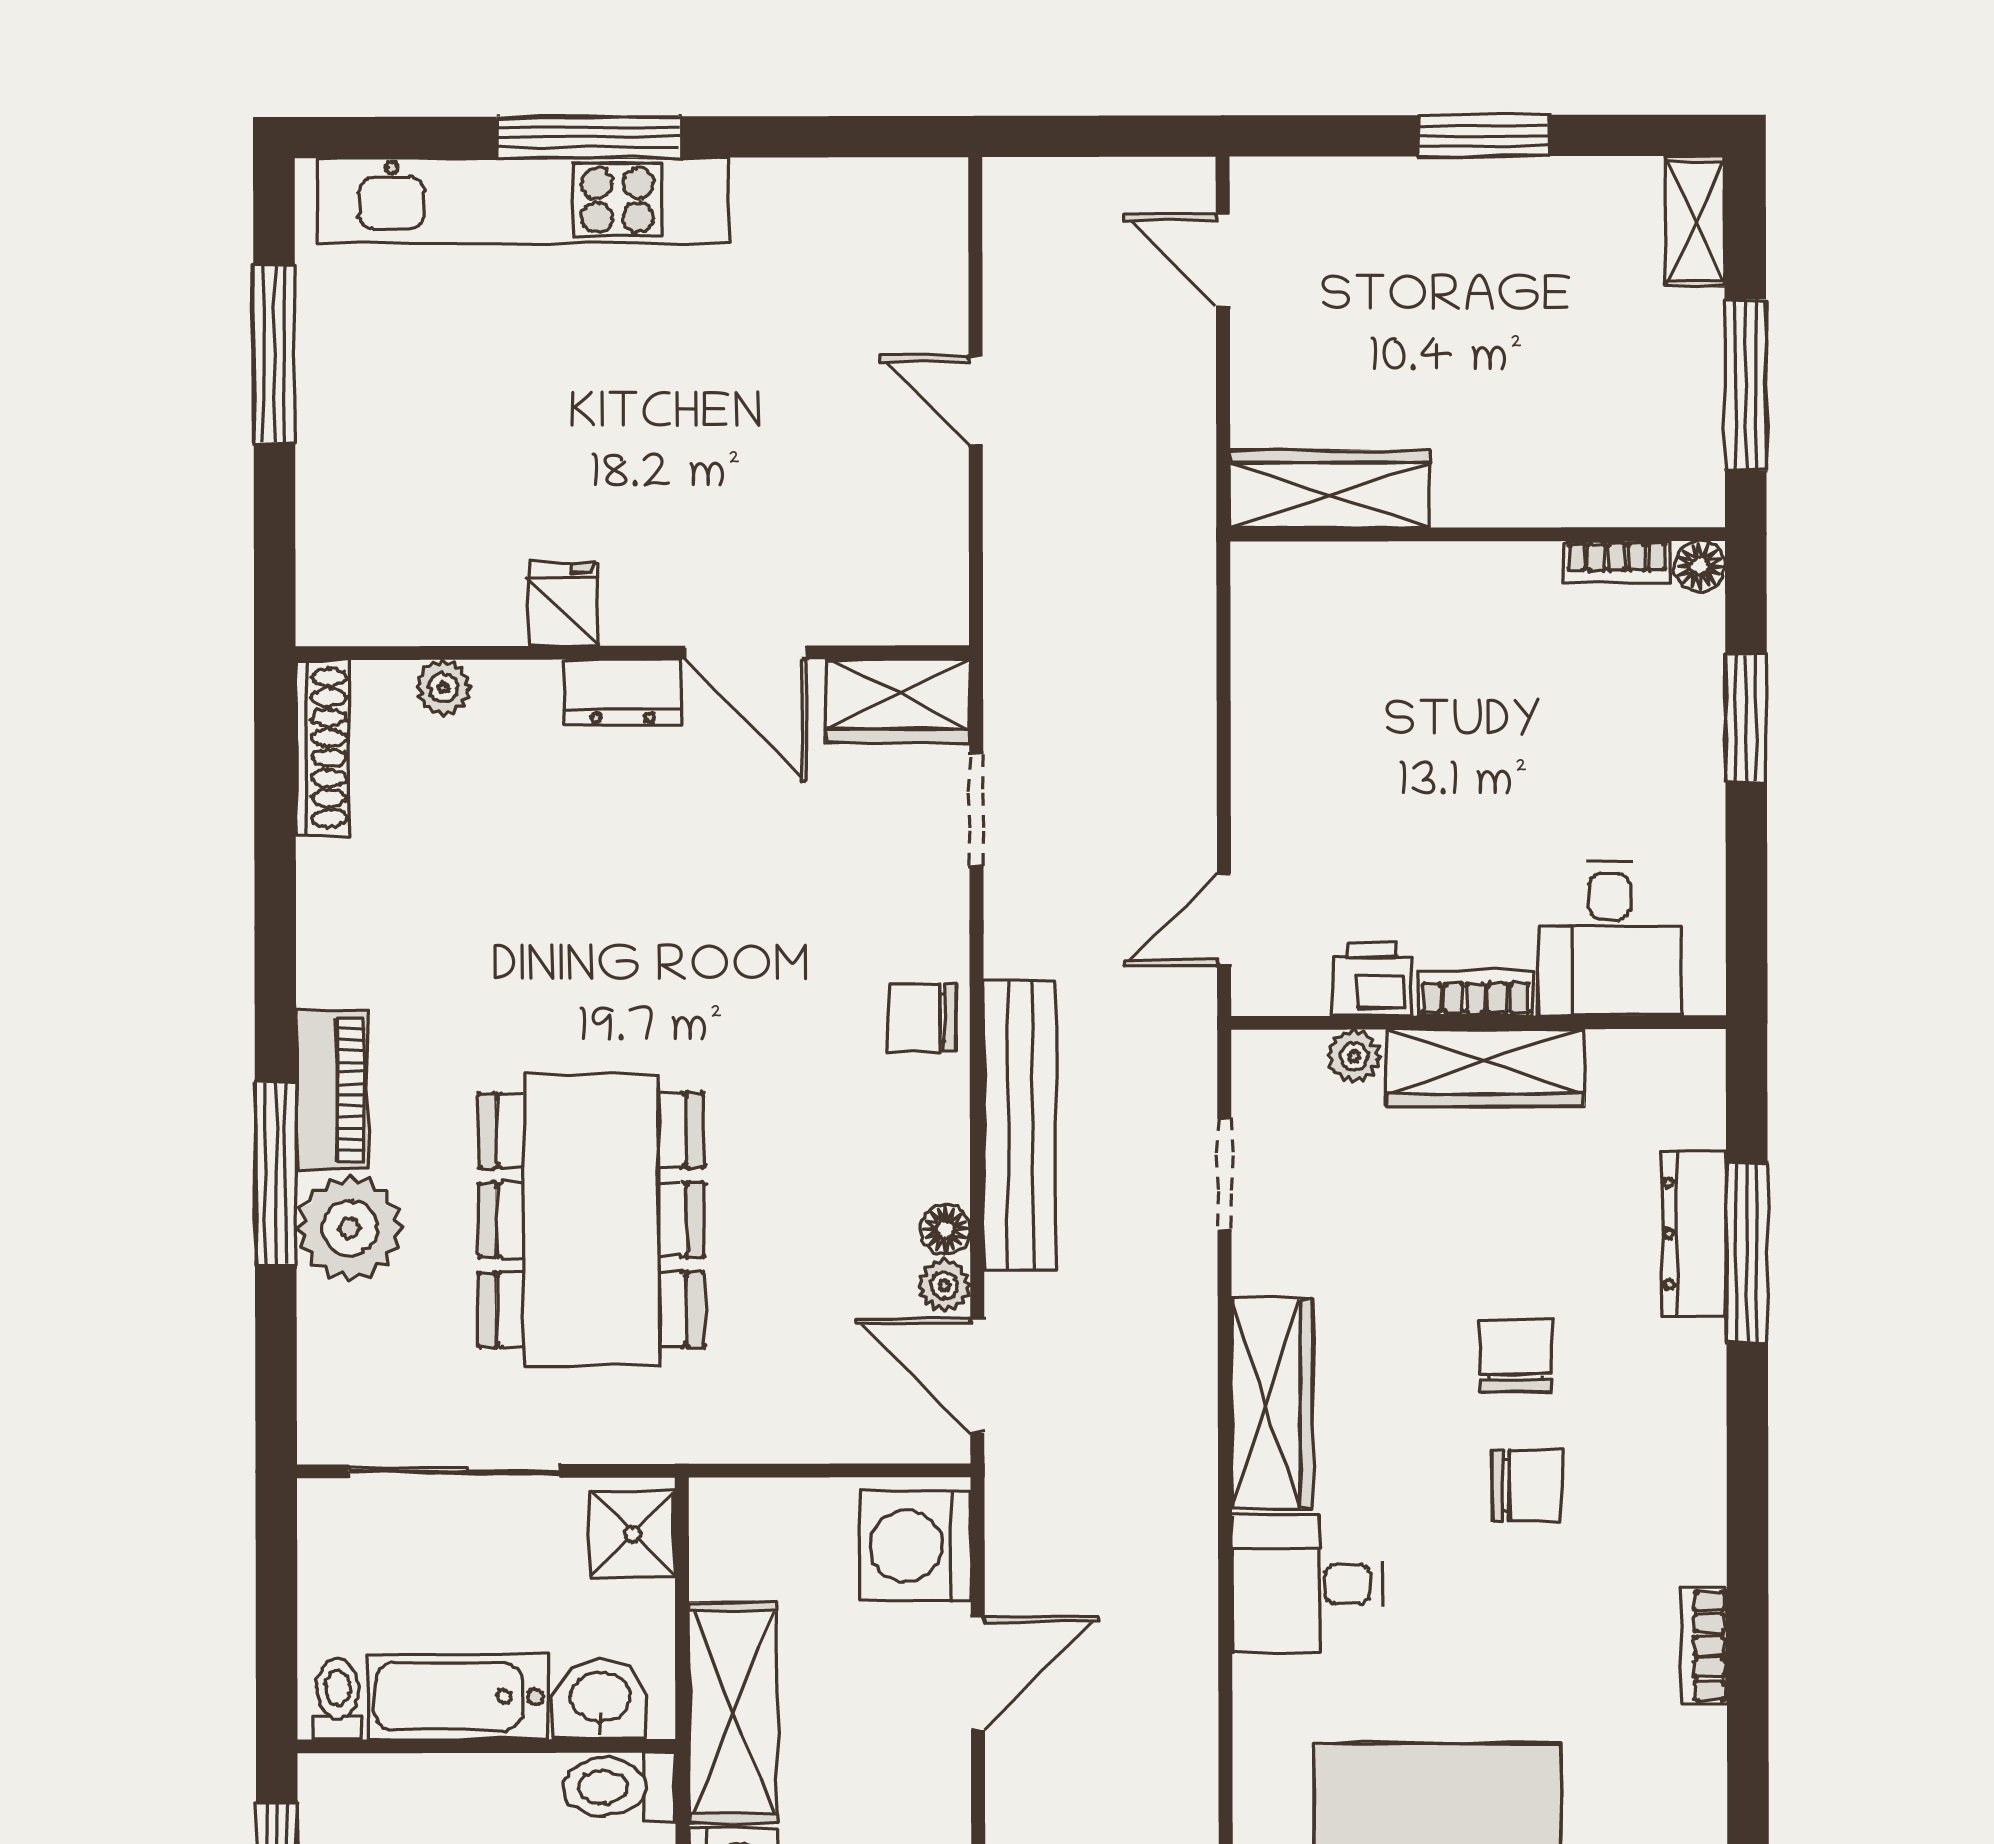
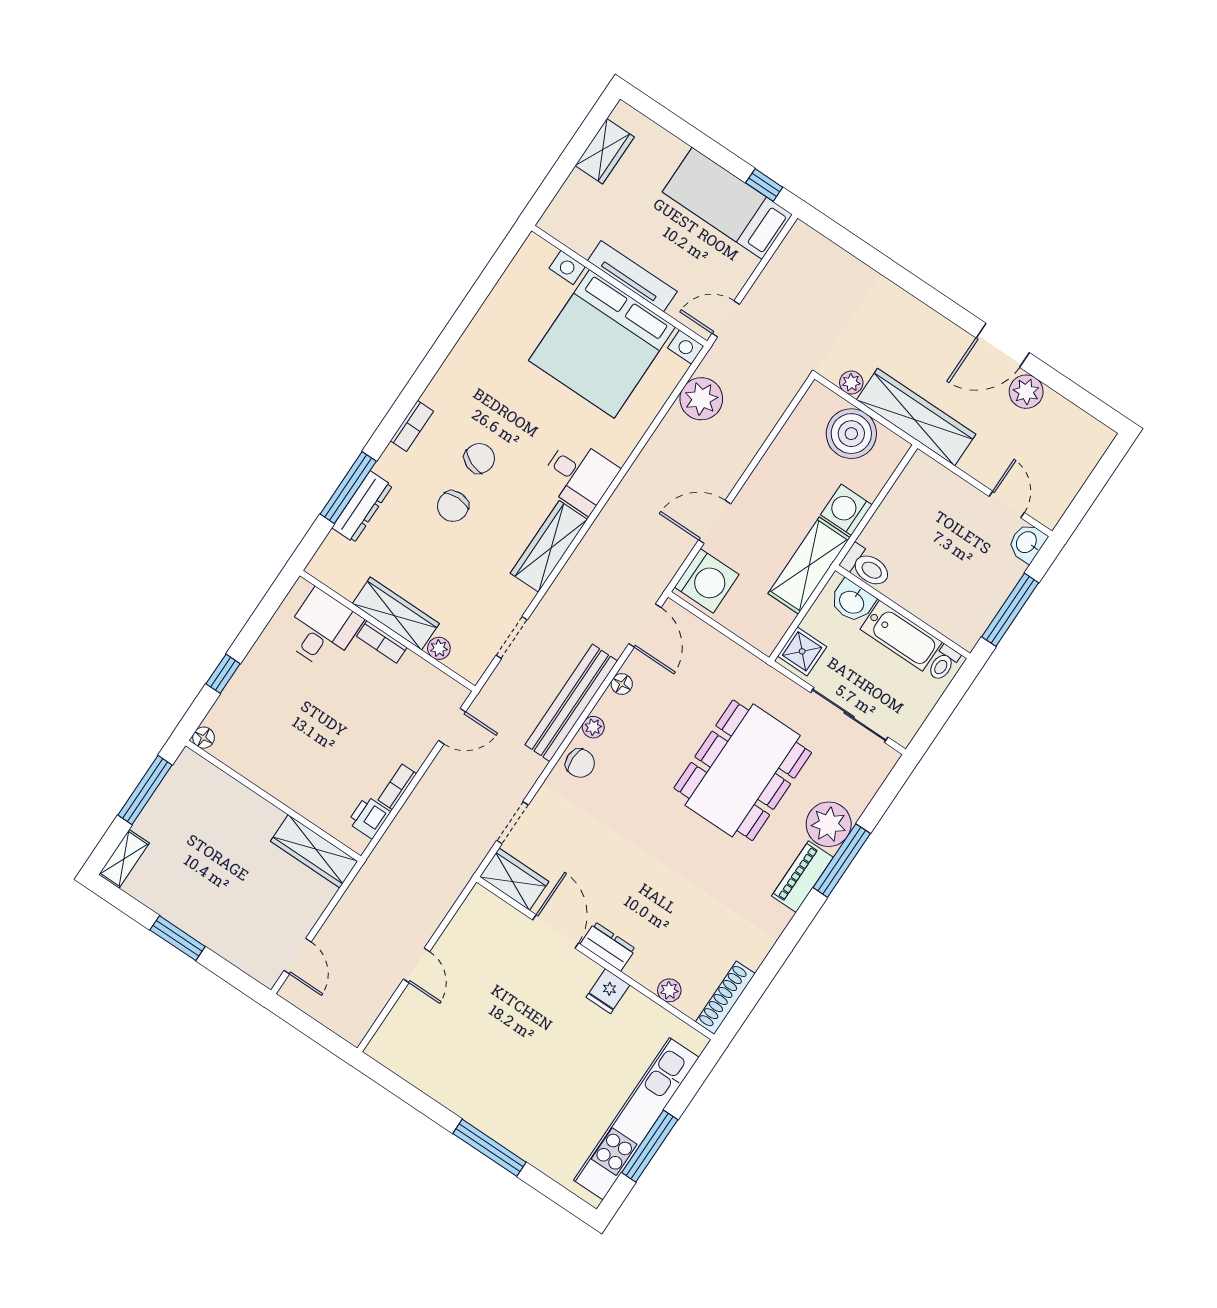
kitchen unit: (523, 200) -> (636, 1119), moved, turned -90
bookcase: (1617, 562) -> (397, 787), moved, turned -90
window: (1746, 719) -> (223, 674), width x0.67
printer: (1373, 980) -> (369, 817), moved, turned 90
plant: (944, 1286) -> (593, 727), moved
chair: (1527, 1485) -> (479, 458), turned 113
bookcase: (1704, 1646) -> (412, 426), moved

